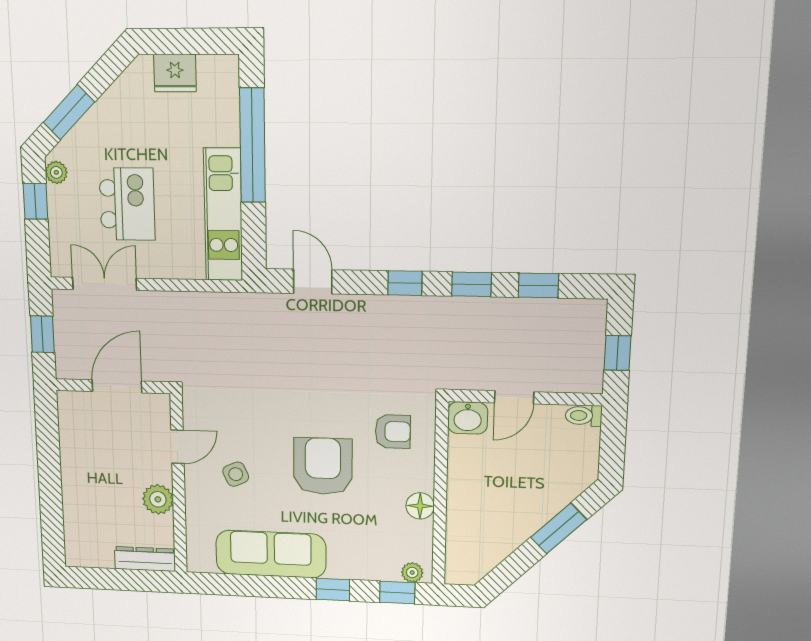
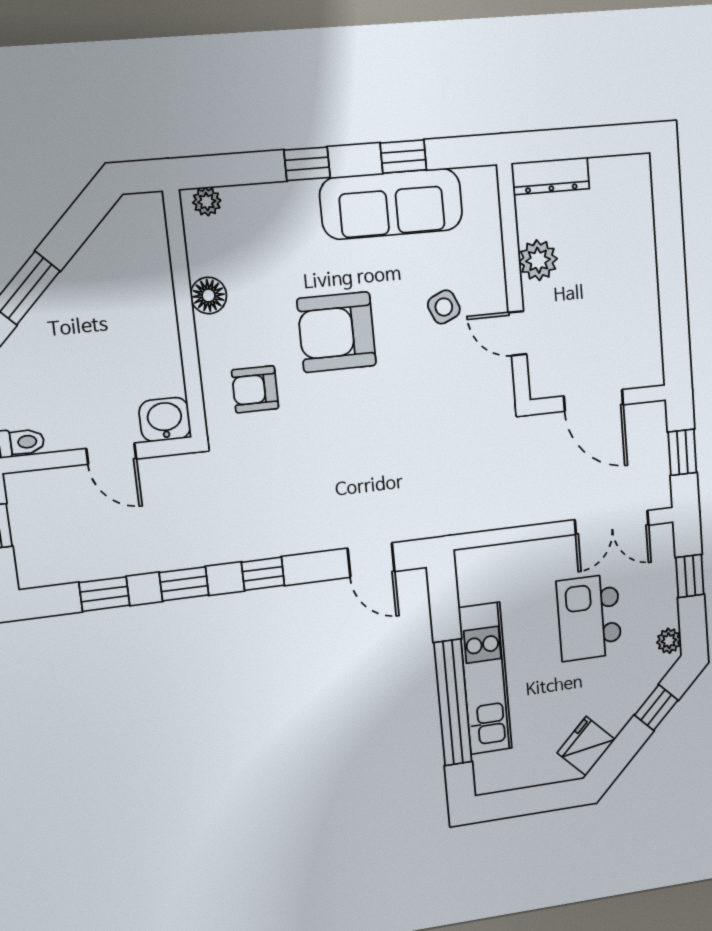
fridge: (175, 73) -> (586, 746), moved, turned -45
window: (69, 112) -> (656, 708), width x0.67
window: (35, 201) -> (690, 576), moved
kitchen unit: (223, 215) -> (485, 679), moved
door: (117, 386) -> (594, 400), hinge flipped
door: (514, 397) -> (111, 454), swing flipped
door: (177, 447) -> (517, 333), hinge flipped
armchair: (323, 466) -> (337, 332), turned 90
window: (397, 593) -> (403, 156), moved

